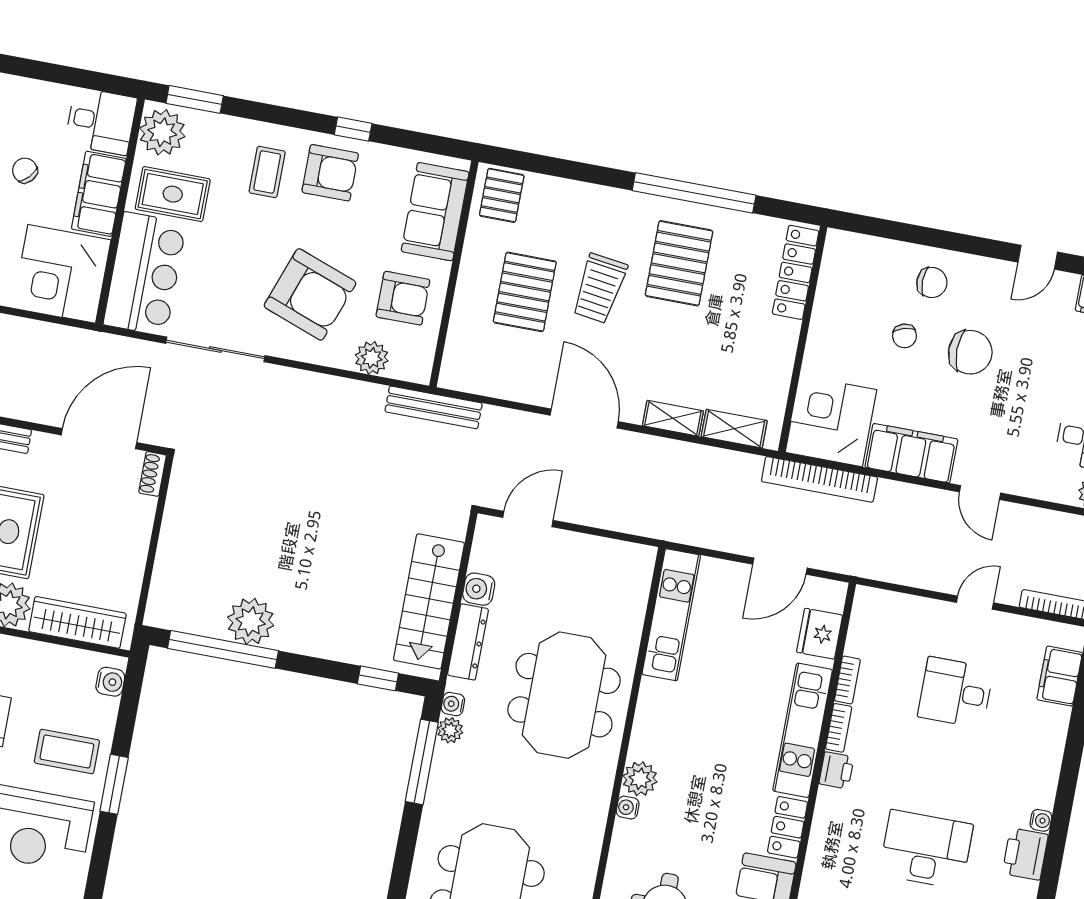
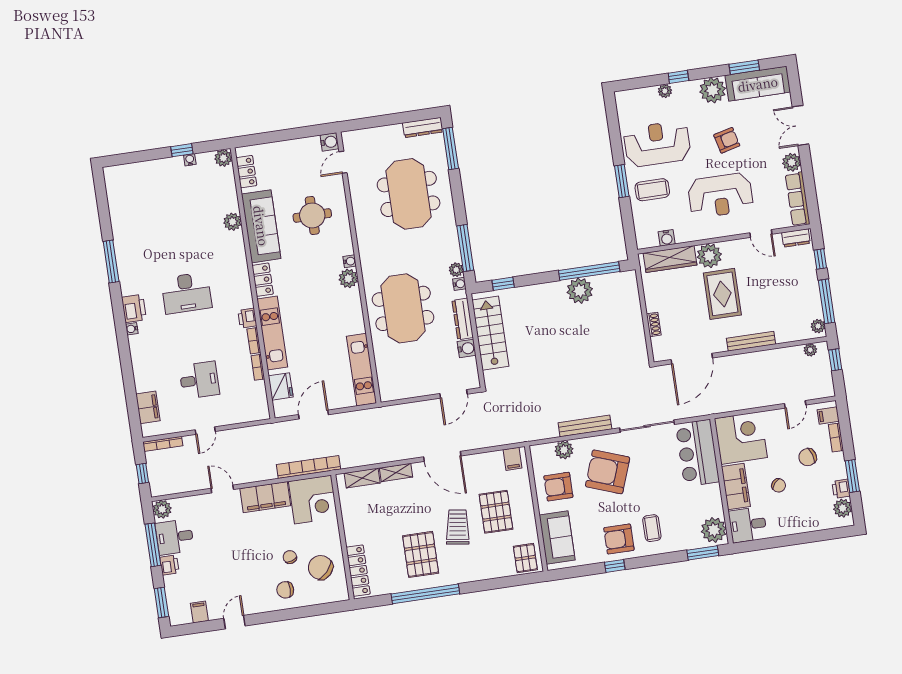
rug: (173, 194) -> (697, 500), removed
chair: (970, 352) -> (321, 567), moved, turned 43
filing cabinet: (465, 373) -> (512, 459), added
bench: (434, 407) -> (585, 426), moved
shoe rack: (152, 474) -> (654, 324), moved
water cooler: (110, 682) -> (667, 238), moved, turned -90

